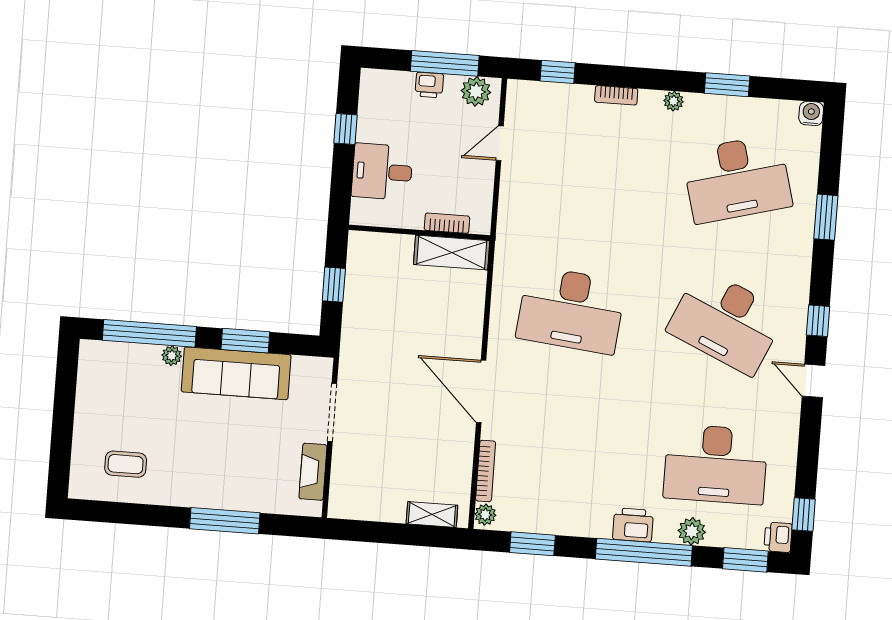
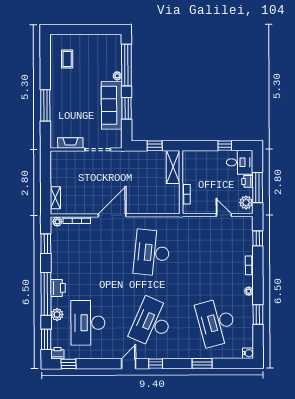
desk: (382, 172) -> (240, 162), moved, turned 90
shelving: (452, 253) -> (173, 167), moved

